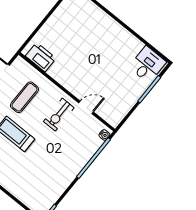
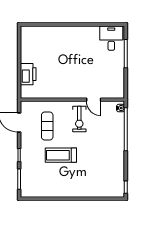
printer: (41, 57) -> (28, 74), moved, turned 90
door: (86, 107) -> (94, 100), swing flipped

